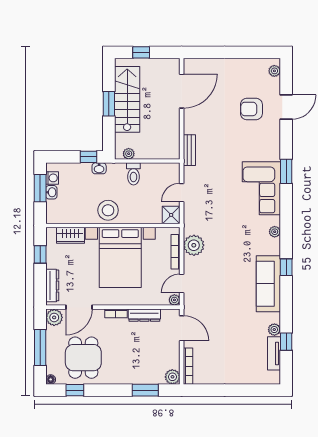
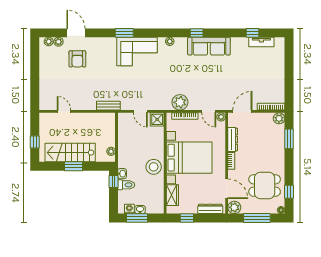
door: (182, 91) -> (64, 111), width x0.53
toilet: (133, 174) -> (126, 185), moved
plant: (274, 330) -> (58, 42), moved

